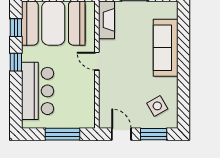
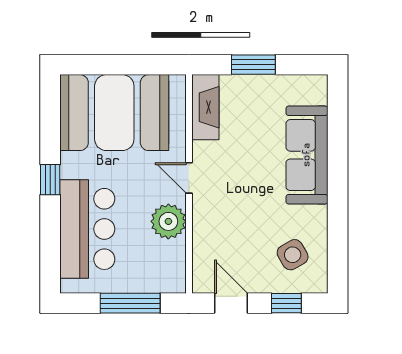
window: (16, 28) -> (50, 120), removed
plant: (85, 86) -> (168, 221), added
window: (154, 134) -> (286, 303), width x0.67

